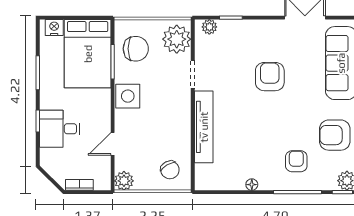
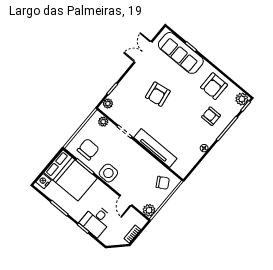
plant: (177, 39) -> (103, 122), width x0.53, depth x0.53
armchair: (270, 77) -> (158, 94), turned -99

